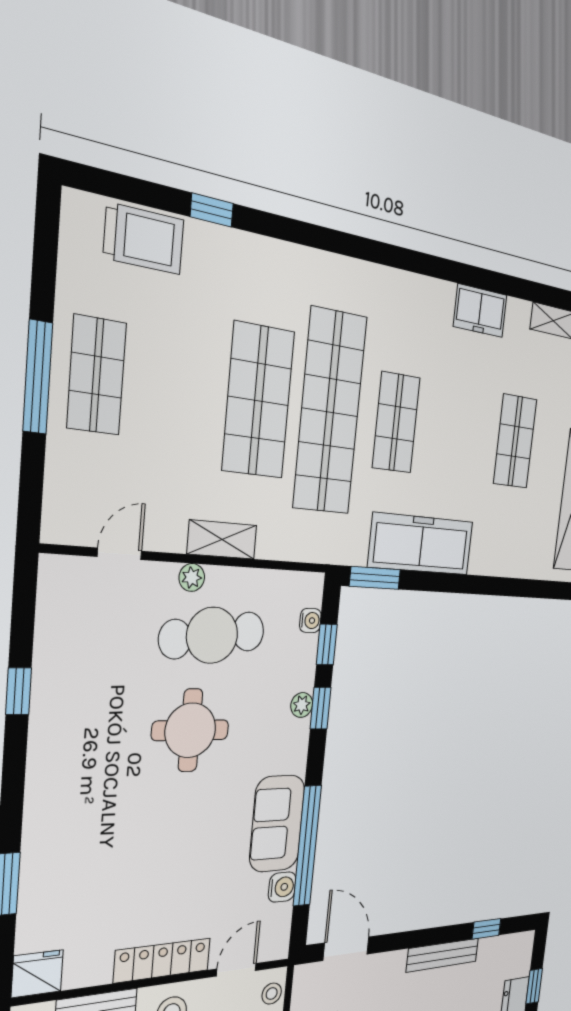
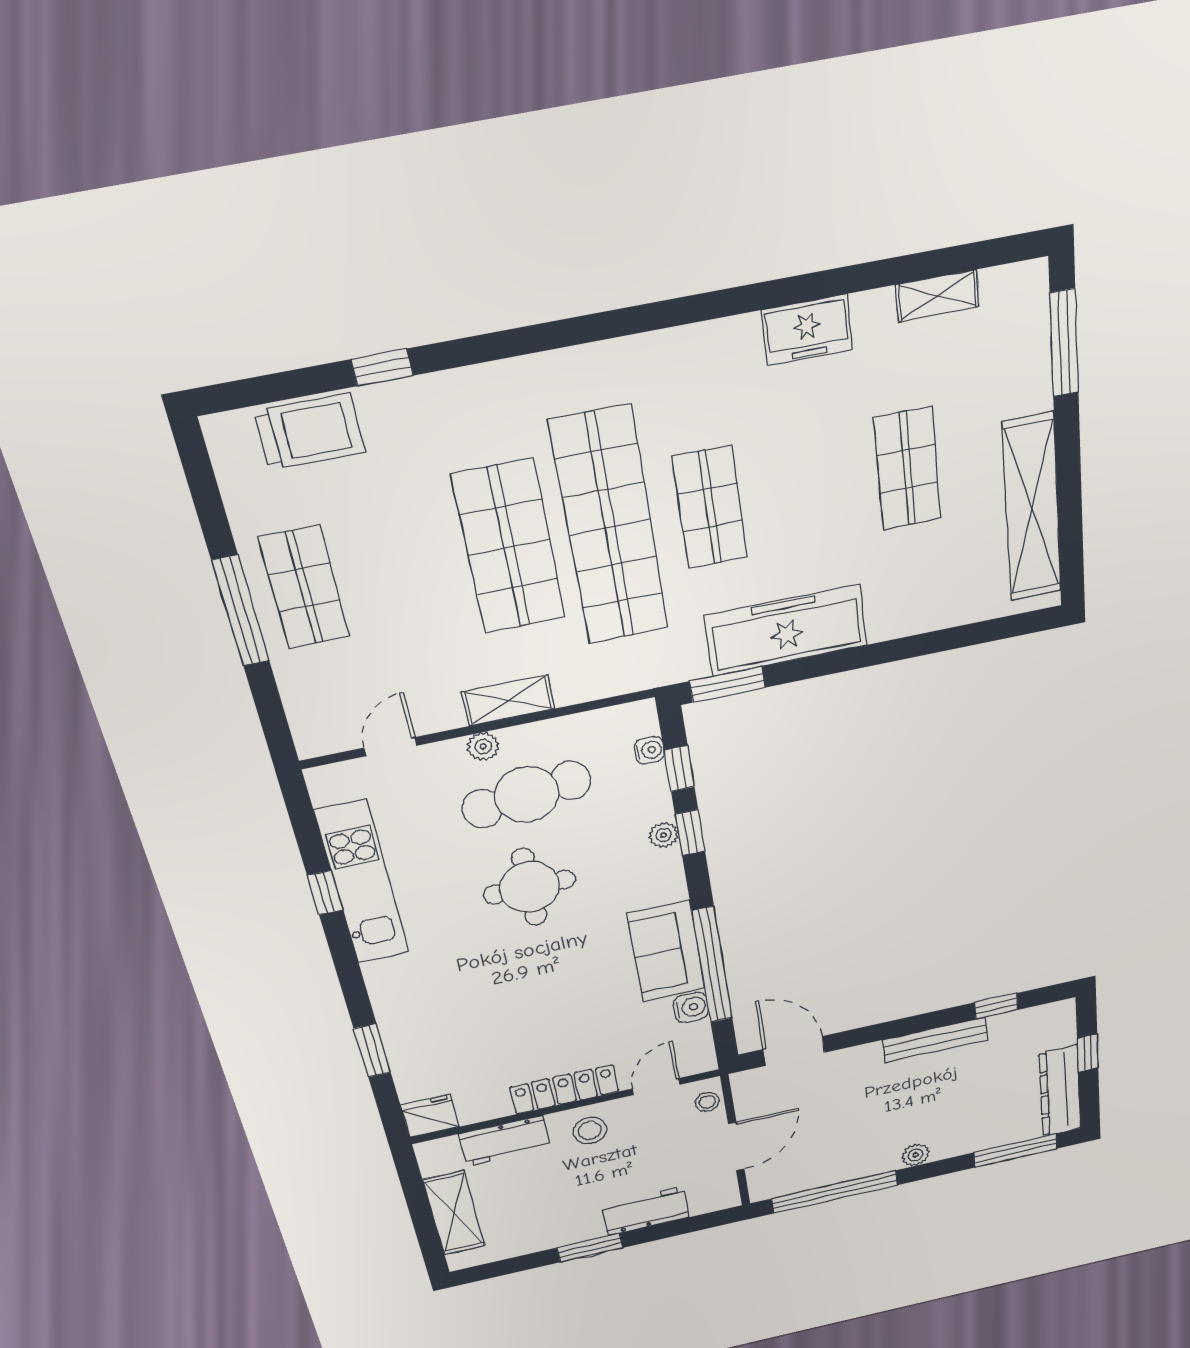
kitchen unit: (55, 689) -> (362, 883), added

